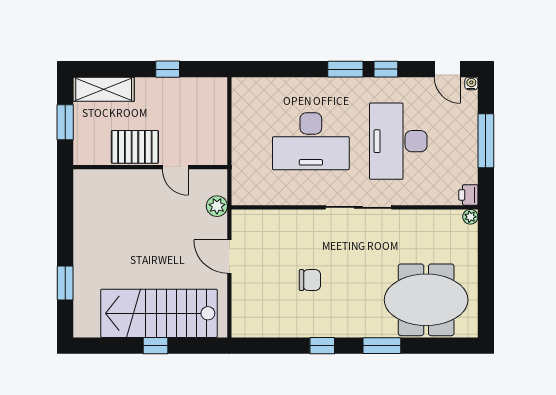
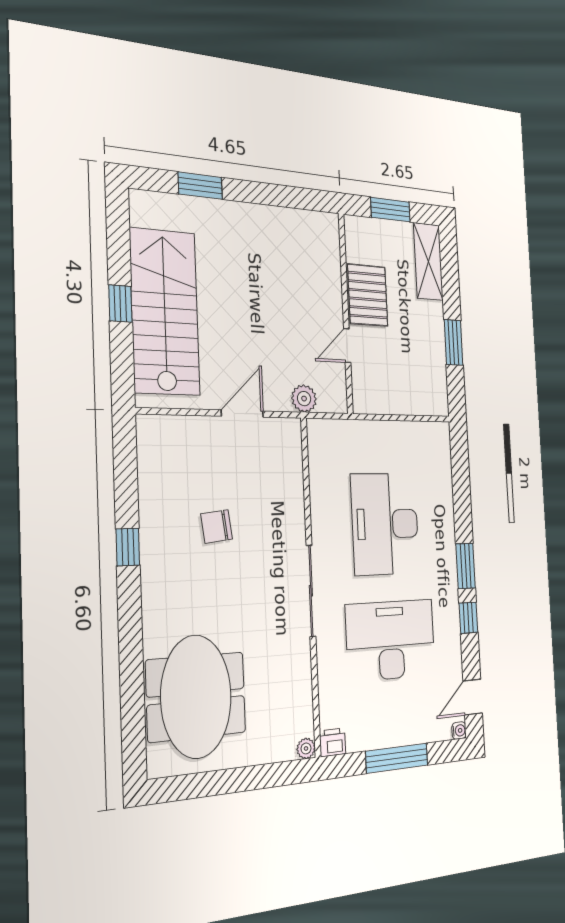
window: (168, 69) -> (454, 342), width x1.50
chair: (310, 280) -> (217, 526), turned 83
window: (382, 346) -> (131, 636), removed

